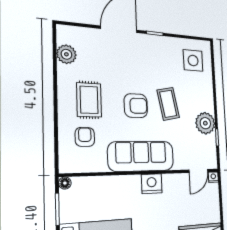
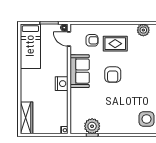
coffee table: (168, 104) -> (115, 98), removed
plant: (205, 123) -> (92, 126), moved
sofa: (141, 156) -> (80, 71), width x0.73
door: (198, 171) -> (69, 39), moved

